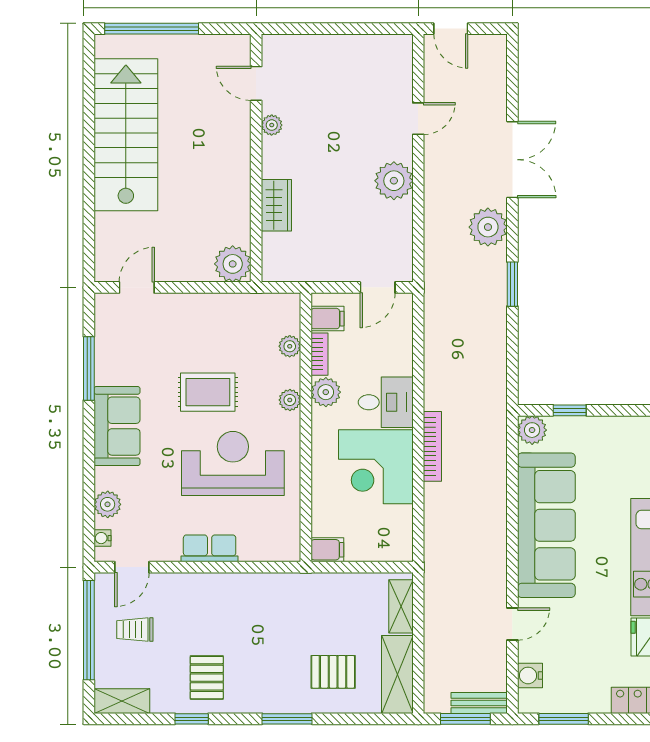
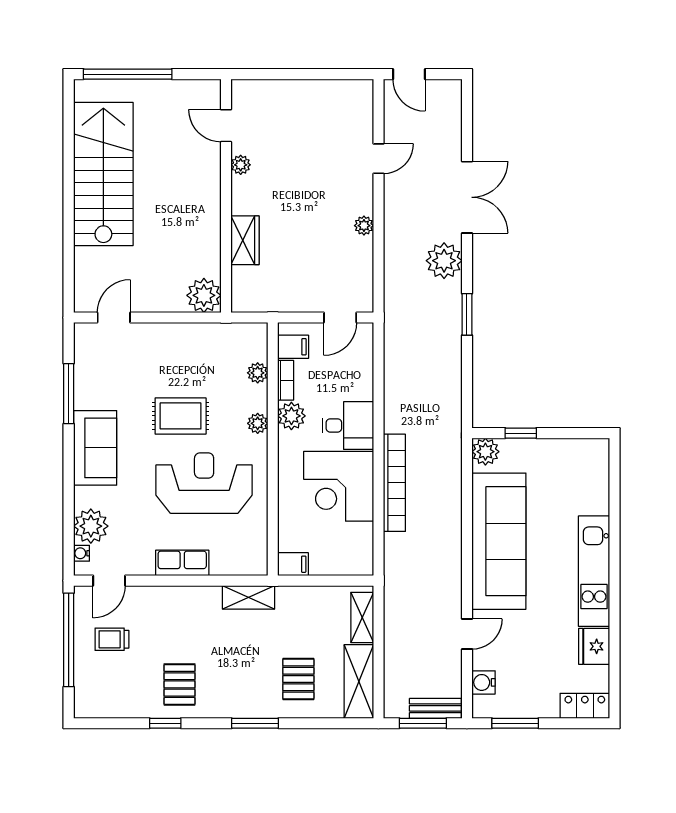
plant: (394, 181) -> (364, 226), width x0.53, depth x0.53
bookcase: (432, 446) -> (394, 483), width x1.48, depth x1.31
plant: (108, 504) -> (91, 526), width x1.36, depth x1.36
pallet: (333, 672) -> (298, 679), turned 90
shelving: (122, 701) -> (249, 597), moved

